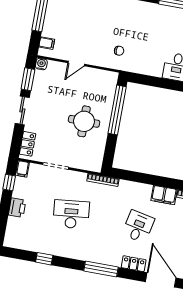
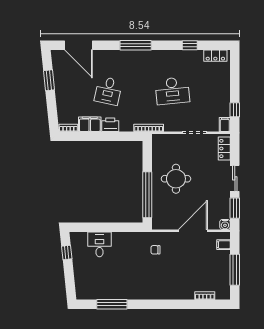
door: (76, 64) -> (193, 231), width x1.87
printer: (17, 208) -> (110, 125), moved, turned 90
locker: (134, 264) -> (215, 56), moved

